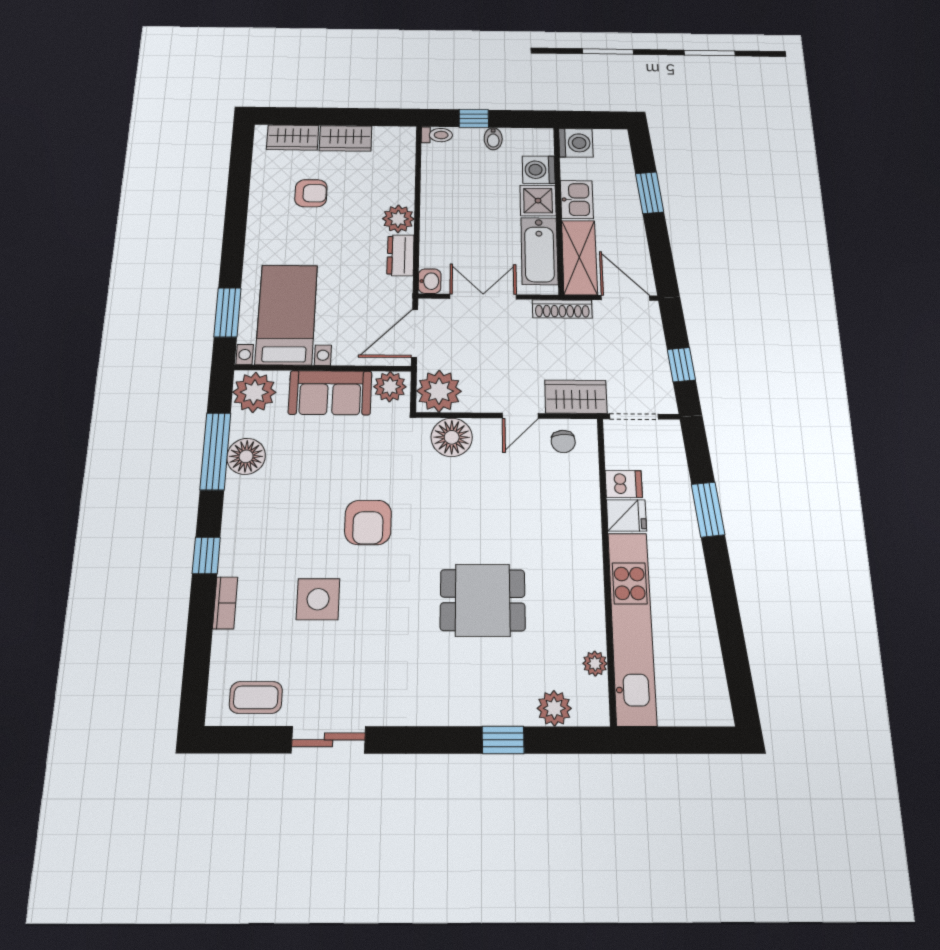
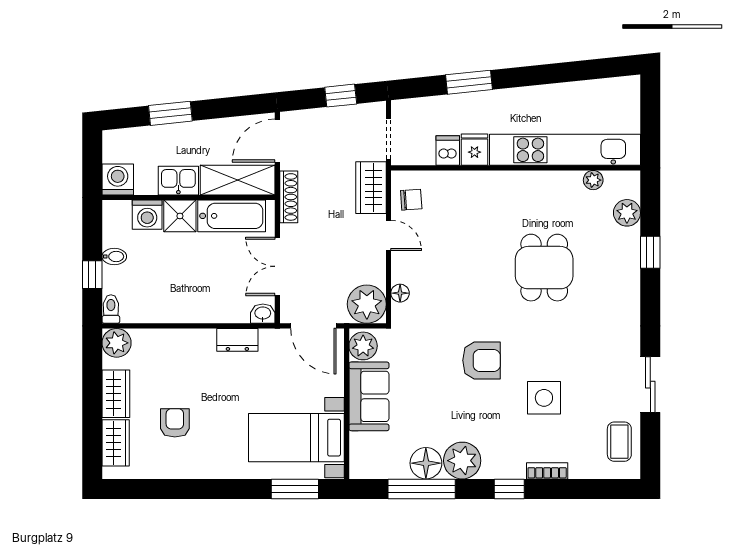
plant: (398, 219) -> (117, 343), moved
plant: (254, 392) -> (462, 461), moved
floor lamp: (452, 437) -> (400, 293), width x0.53, depth x0.53

